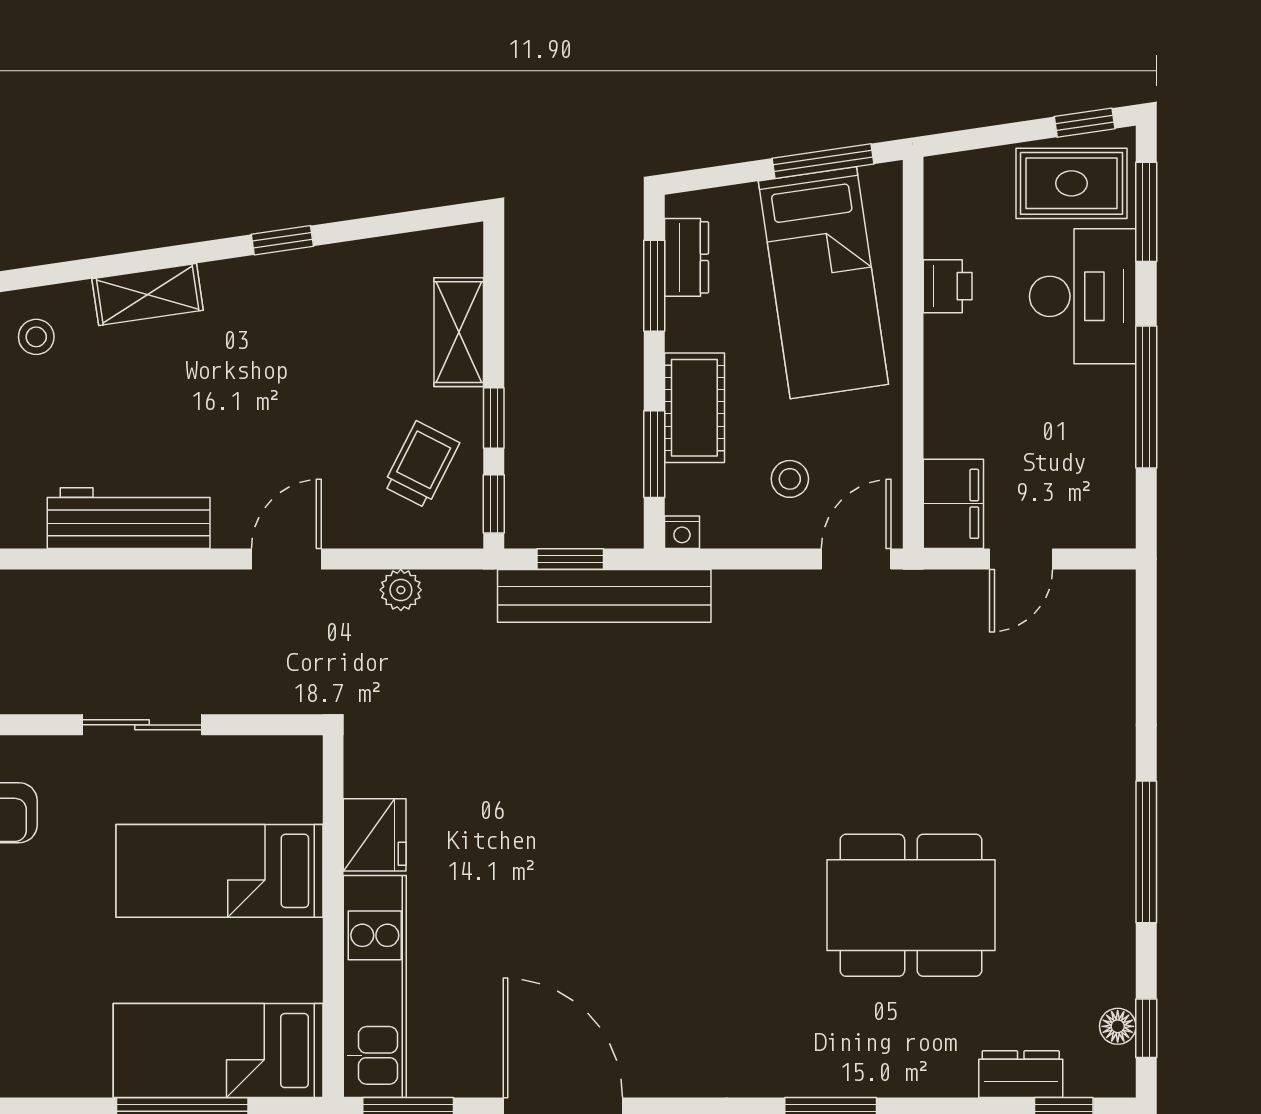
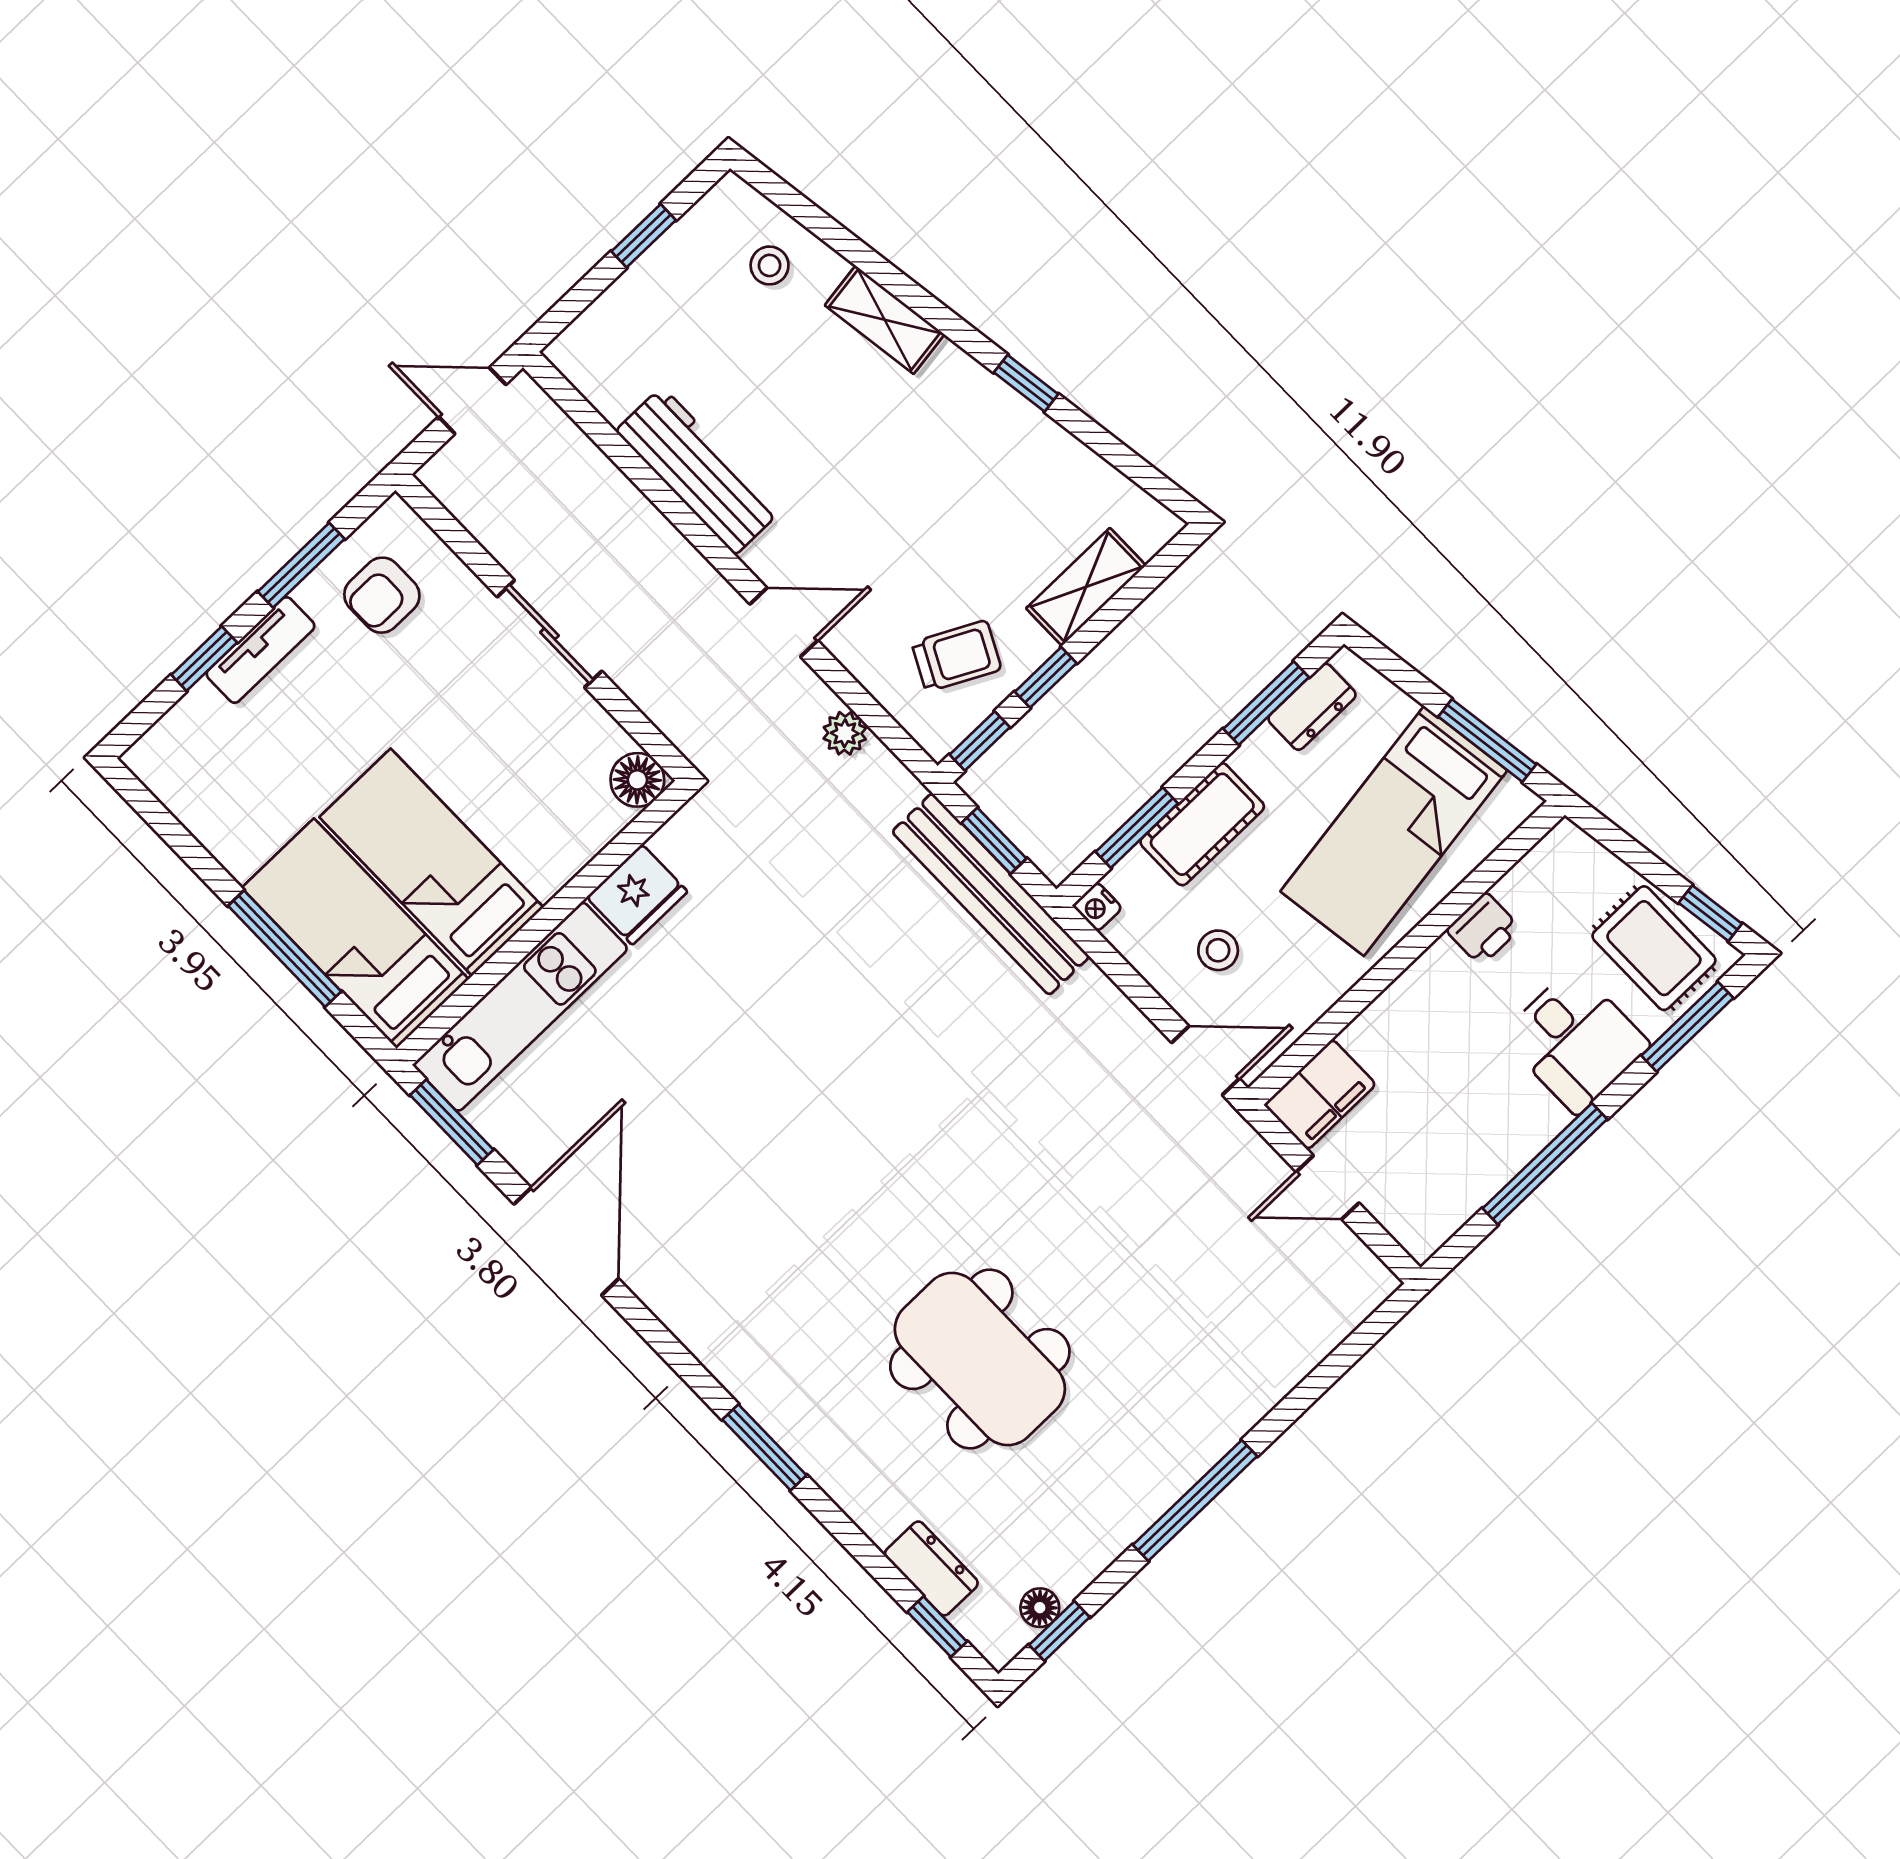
desk: (1083, 296) -> (1575, 1040), width x0.73
floor lamp: (298, 760) -> (637, 780), added
bed: (219, 871) -> (431, 862), moved

